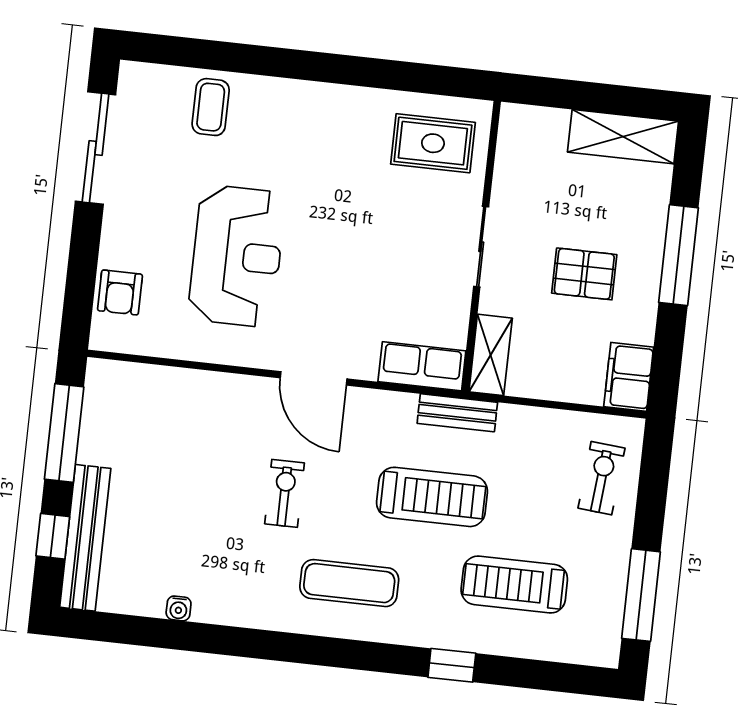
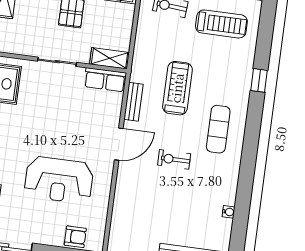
reception desk: (237, 256) -> (59, 180), turned 180
row of seats: (422, 366) -> (105, 80), moved, turned -90
bench: (457, 413) -> (134, 102), moved
treadmill: (514, 585) -> (221, 24), moved, turned -90

